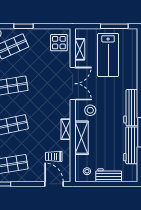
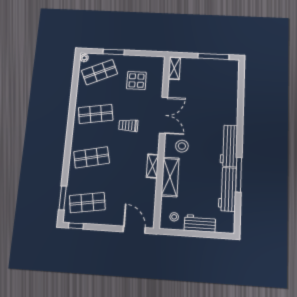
display table: (59, 43) -> (136, 81), moved
shelving: (80, 49) -> (174, 68), moved
lab bench: (108, 55) -> (205, 86), removed
trolley: (54, 156) -> (128, 125), moved

